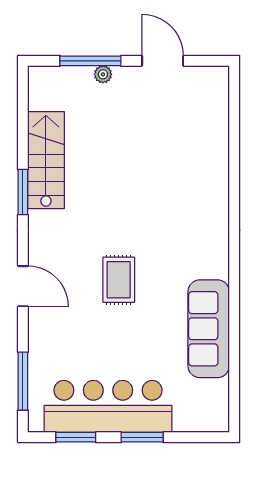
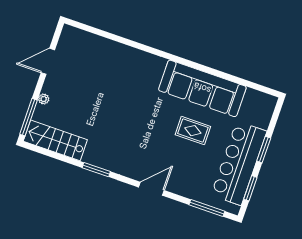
window: (90, 61) -> (28, 117), moved
stairs: (46, 160) -> (55, 140), moved
rug: (119, 280) -> (193, 131), moved
sofa: (209, 329) -> (202, 88), width x1.36, depth x1.27

